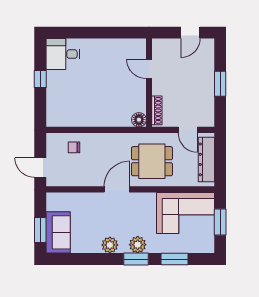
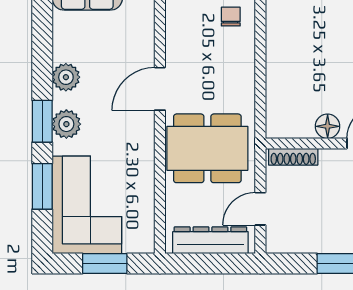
floor lamp: (139, 120) -> (328, 126), moved
dining table: (152, 161) -> (207, 148), width x1.38
door: (117, 189) -> (160, 89), swing flipped
corner sofa: (185, 213) -> (87, 205), moved, turned 180

